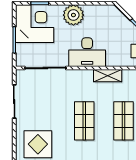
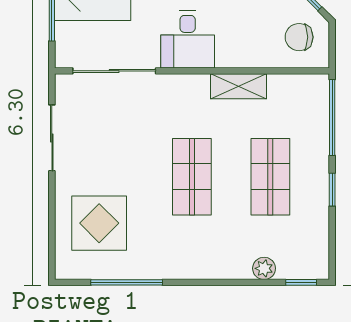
desk: (87, 52) -> (188, 39), width x0.73

